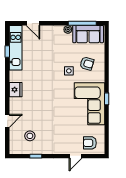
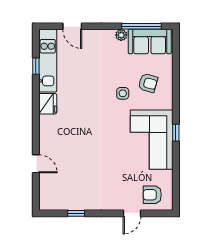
fridge: (16, 90) -> (48, 104), moved
door: (7, 121) -> (36, 164), hinge flipped
stool: (30, 136) -> (68, 185), removed

